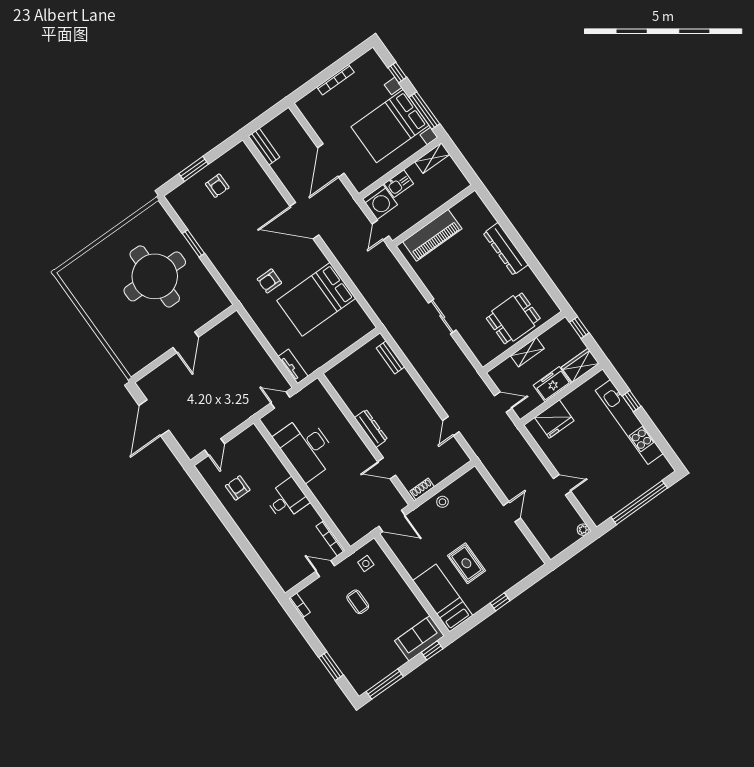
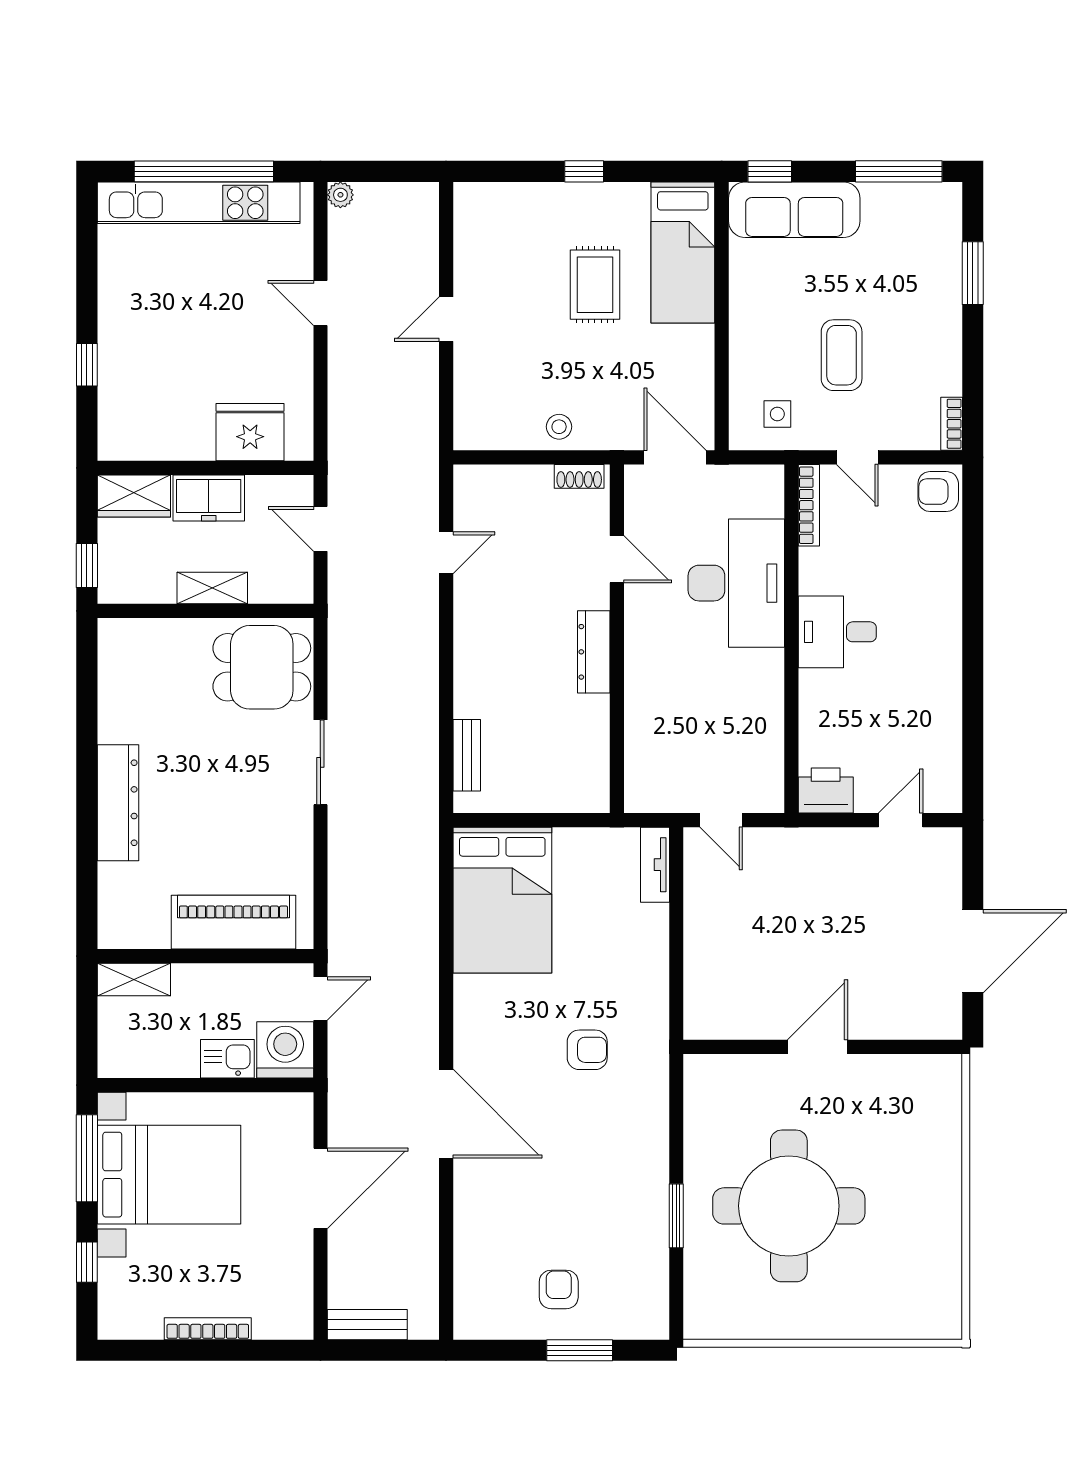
bench: (264, 147) -> (367, 1325), moved, turned 90
shelving: (432, 158) -> (134, 980), moved
bed: (316, 299) -> (502, 900), moved, turned 90
dining table: (513, 318) -> (262, 667), moved
kitchen unit: (629, 422) -> (199, 203), moved, turned 90
printer: (250, 438) -> (826, 790), added
desk: (306, 448) -> (736, 583), moved
armchair: (238, 488) -> (938, 492), moved, turned 90
coffee table: (358, 602) -> (842, 355), width x1.36, depth x1.30
sofa: (419, 638) -> (794, 210), width x1.36

